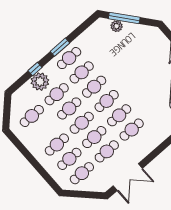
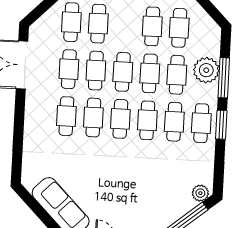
plant: (117, 26) -> (200, 193), moved
window: (35, 69) -> (224, 78), width x2.17
cafe table: (57, 145) -> (152, 26), moved

